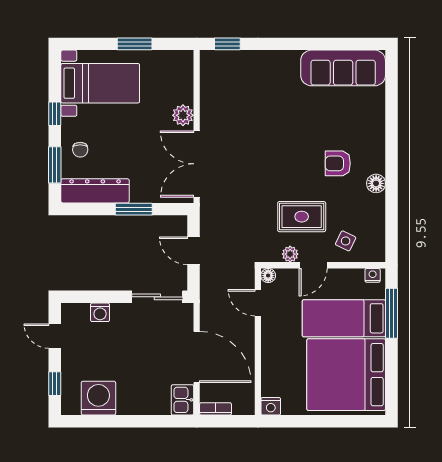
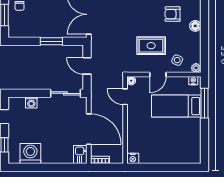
dresser: (95, 191) -> (28, 30), removed
plant: (290, 254) -> (196, 68), moved
bed: (346, 375) -> (178, 140), removed

